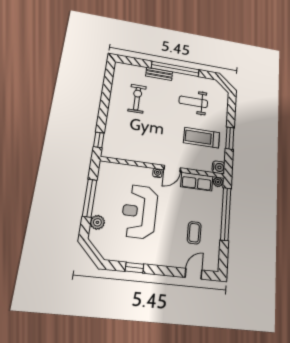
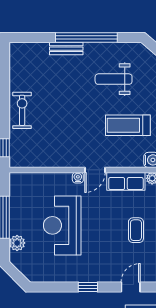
exercise bike: (137, 99) -> (22, 110), moved
coffee table: (194, 233) -> (136, 230), moved
window: (134, 268) -> (88, 287), moved

